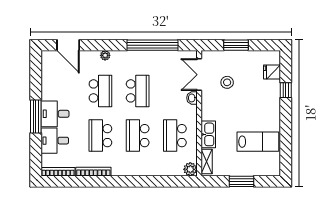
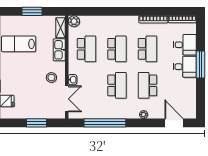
stool: (227, 82) -> (51, 77), moved
school desk: (138, 91) -> (117, 85), turned 180

